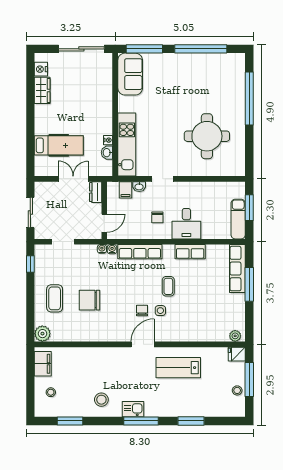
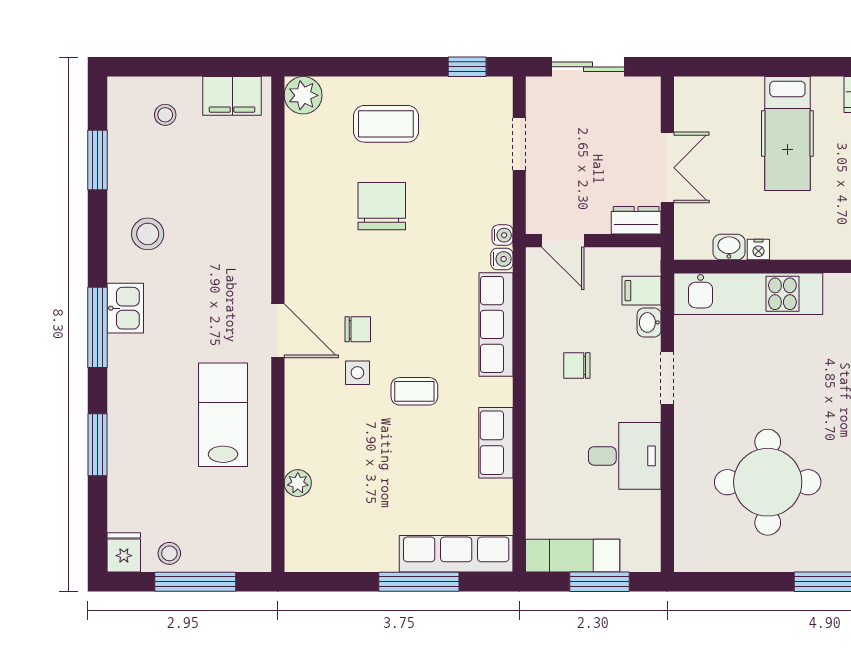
hospital bed: (59, 145) -> (787, 134), moved
desk: (186, 224) -> (625, 456), moved, turned 180
plant: (235, 336) -> (298, 483), moved
fridge: (237, 354) -> (124, 552), moved

